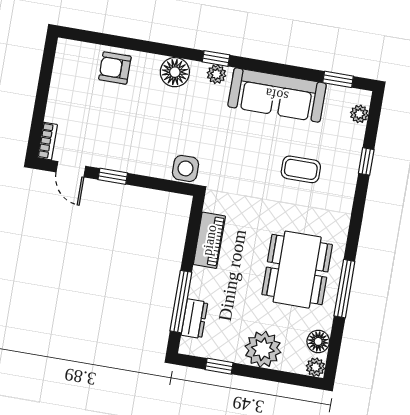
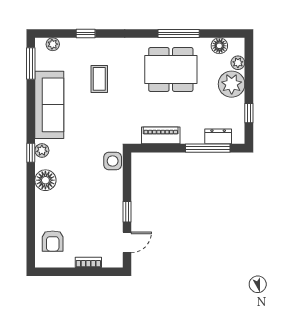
armchair: (115, 68) -> (53, 241), moved
window: (338, 79) -> (31, 63), width x1.50
bookcase: (47, 141) -> (88, 262), moved
plant: (316, 367) -> (238, 63), moved

